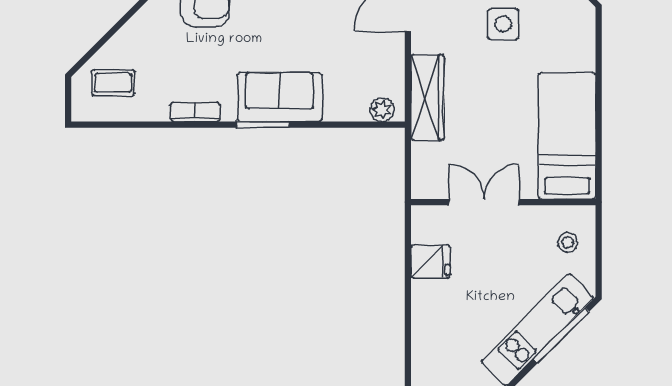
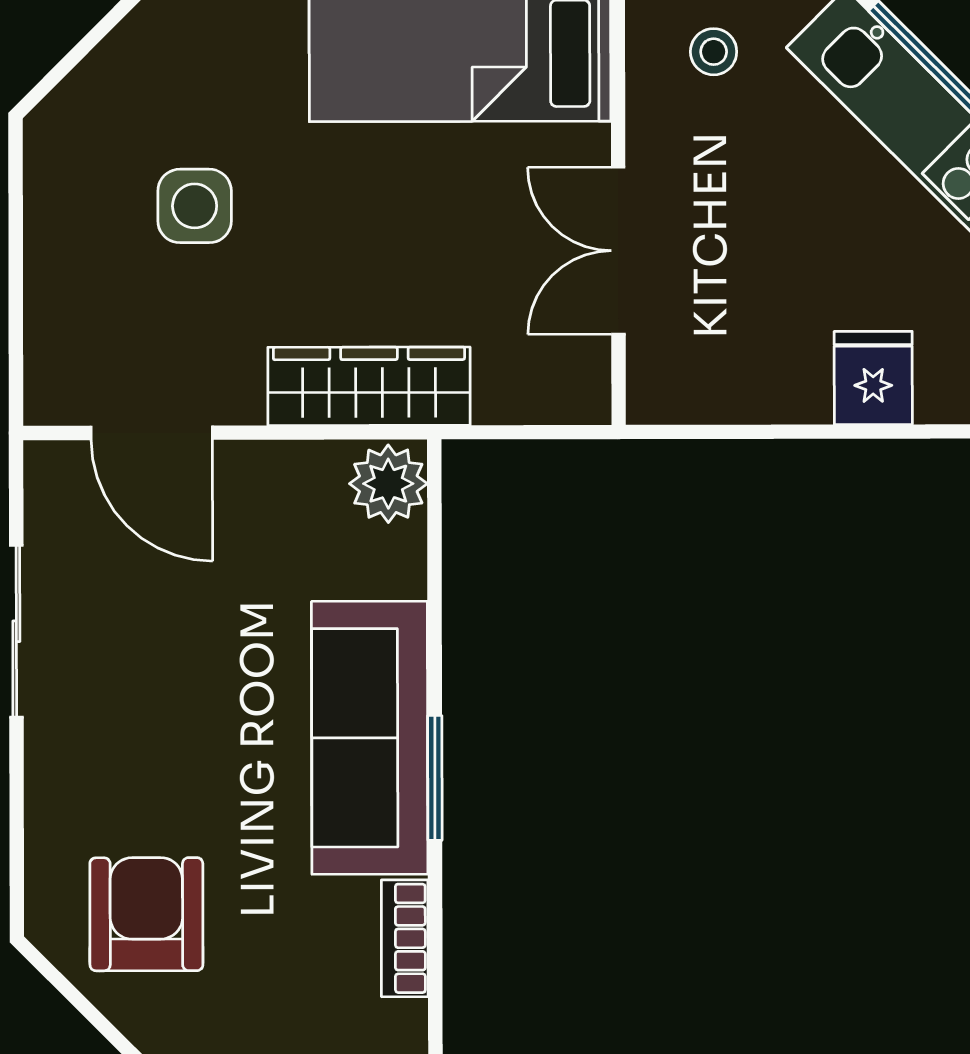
sofa: (279, 97) -> (370, 738), width x1.36
plant: (382, 110) -> (388, 484), width x1.38, depth x1.38
fridge: (430, 261) -> (873, 378), moved

